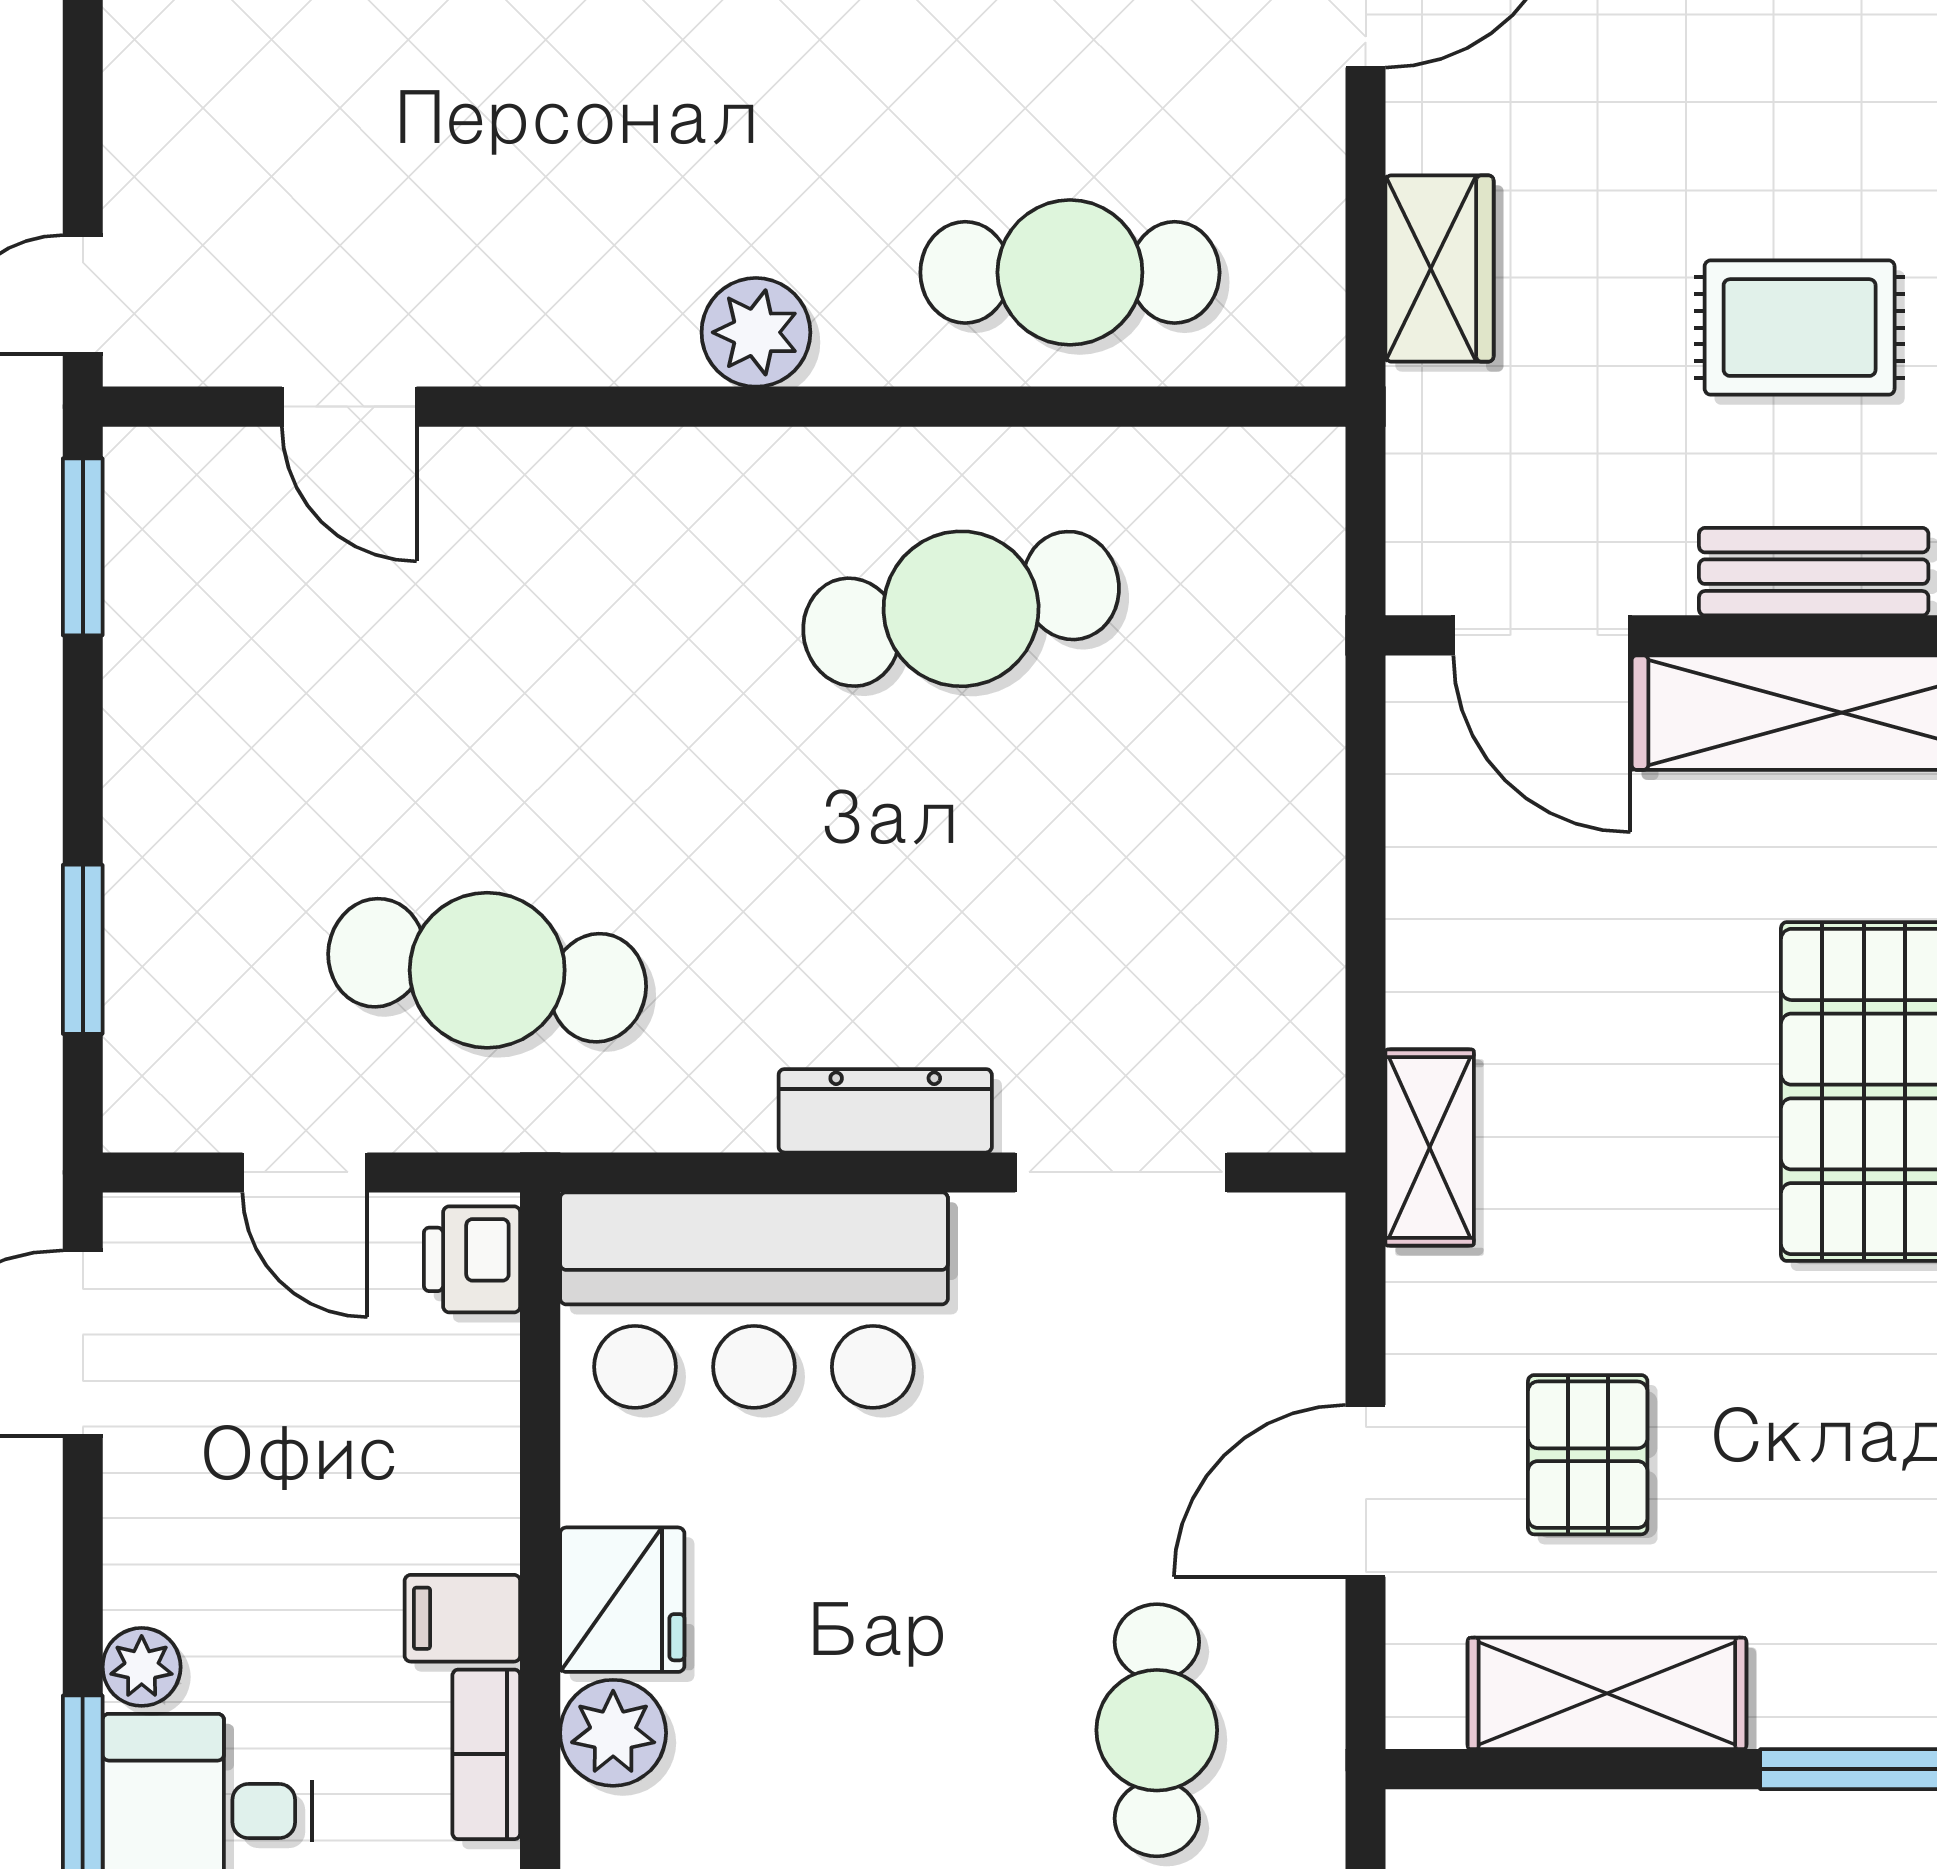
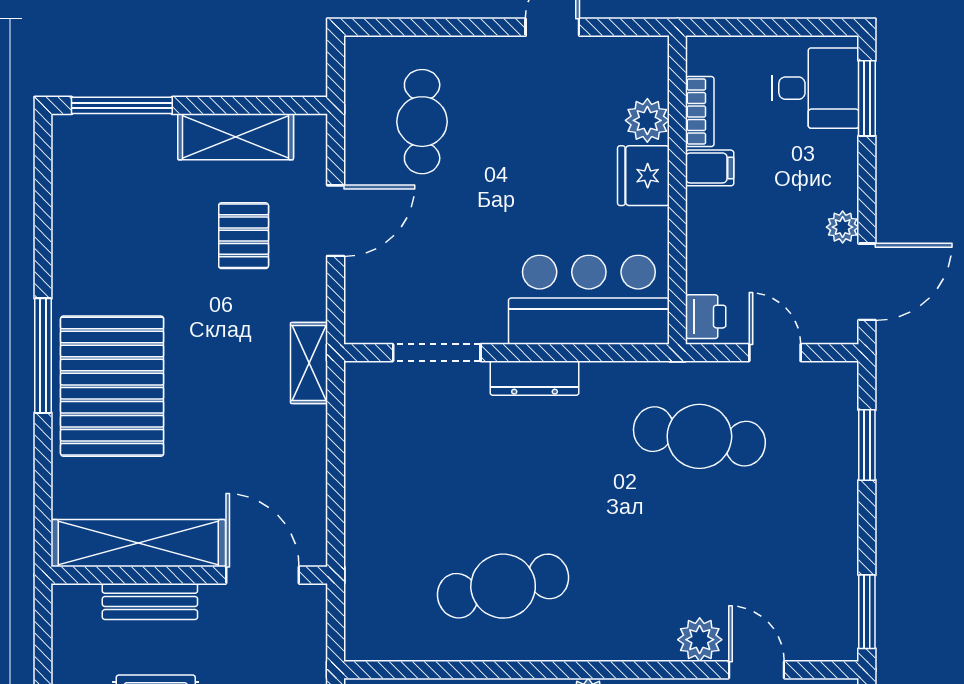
plant: (486, 480) -> (700, 640), added
plant: (142, 1667) -> (843, 227), moved

